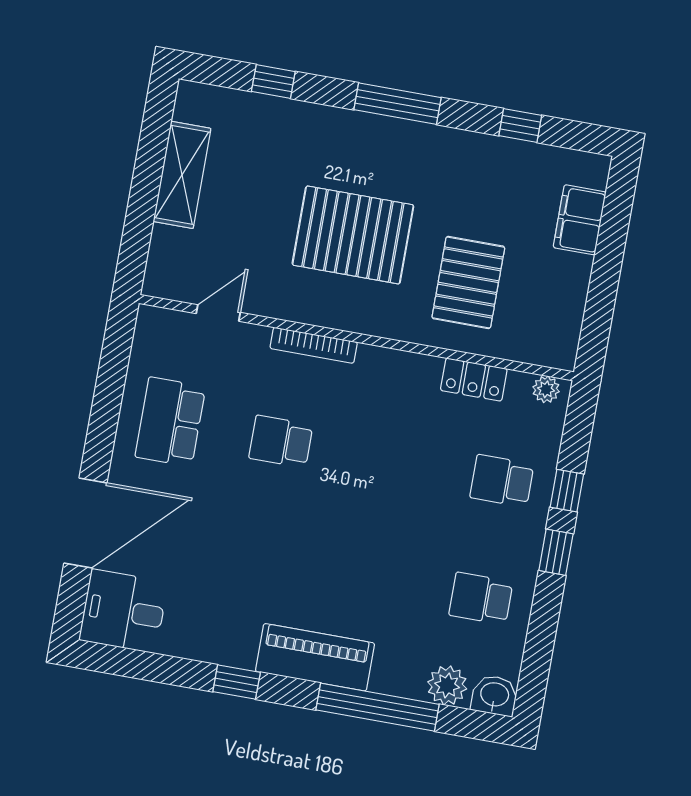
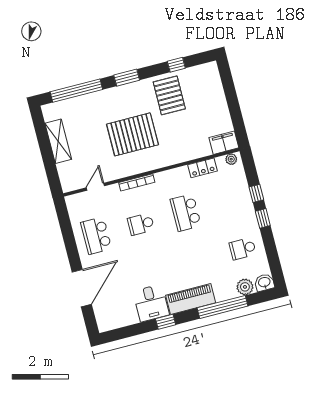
window: (273, 82) -> (76, 91), width x3.17
window: (398, 104) -> (127, 78), width x0.69
filing cabinet: (580, 220) -> (224, 143), moved, turned 90
pallet: (468, 282) -> (169, 95), moved
school desk: (502, 481) -> (186, 213), moved, width x1.85
desk: (123, 611) -> (151, 303), moved, turned -90

